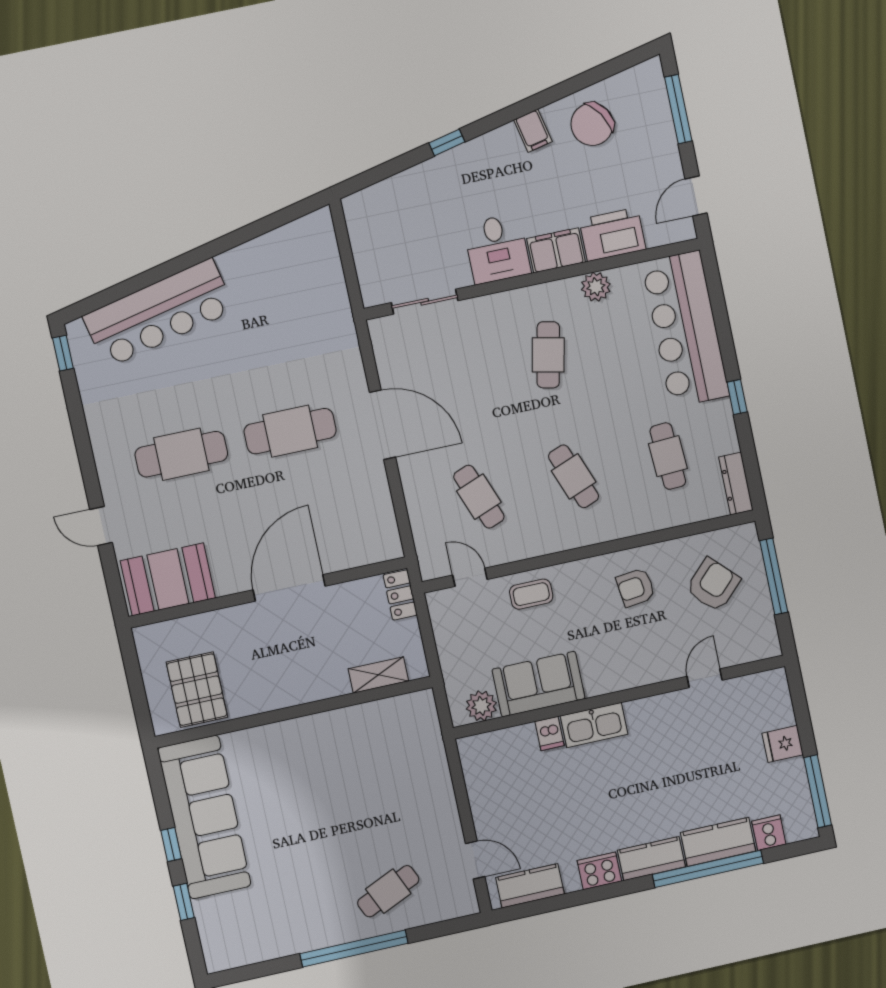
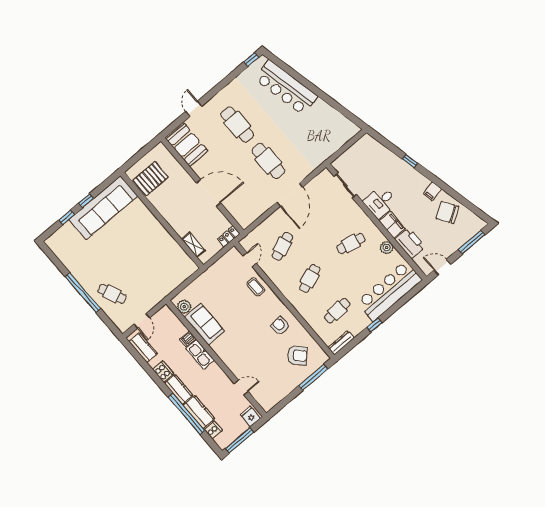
door: (705, 678) -> (241, 388), moved
sofa: (539, 684) -> (204, 324), moved
wall: (620, 697) -> (216, 358), moved
plant: (481, 706) -> (184, 307), moved
kitchen sink: (594, 725) -> (200, 354), moved
dishwasher: (550, 733) -> (188, 339), moved

